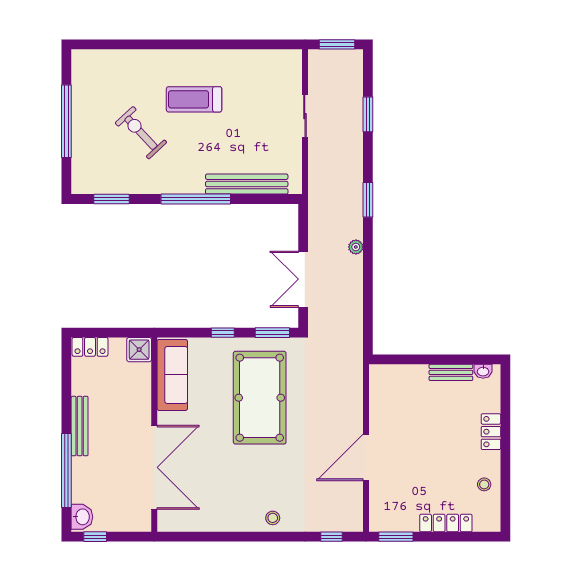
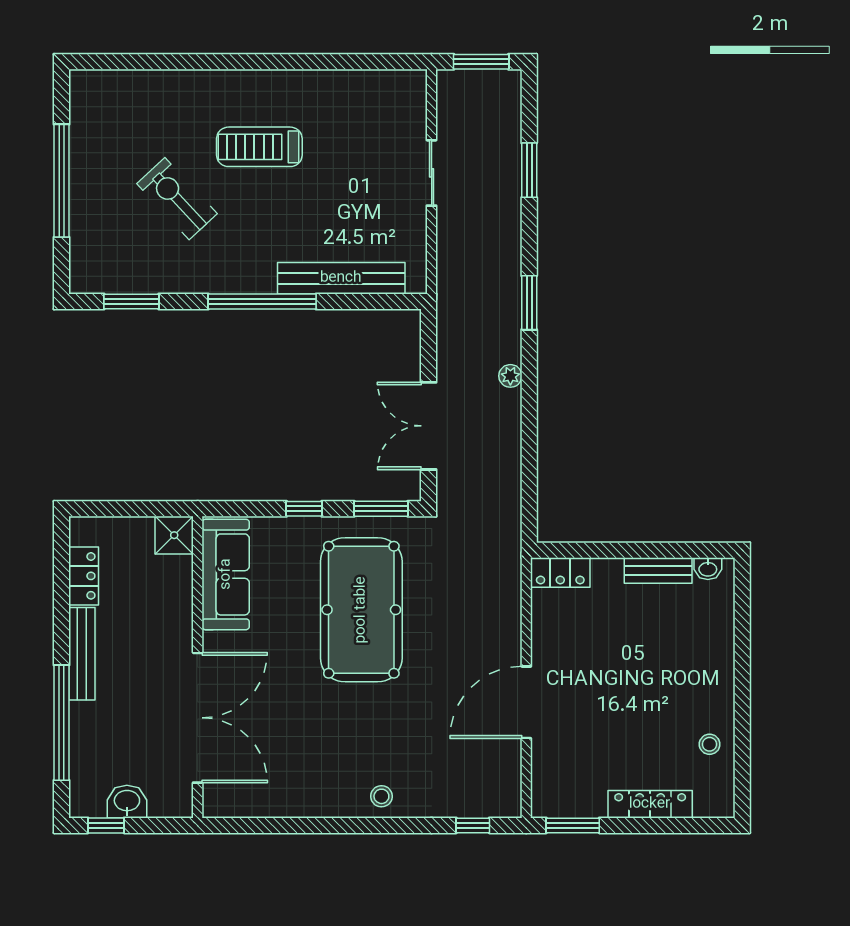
locker: (90, 347) -> (84, 576), moved, turned -90
locker: (491, 432) -> (560, 573), moved, turned -90
washbasin: (82, 517) -> (127, 802), moved, turned -90

